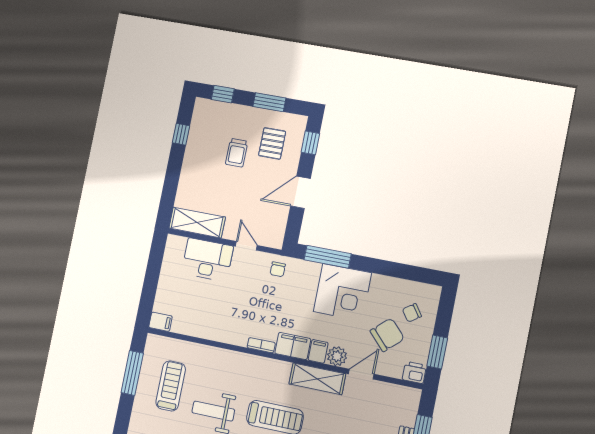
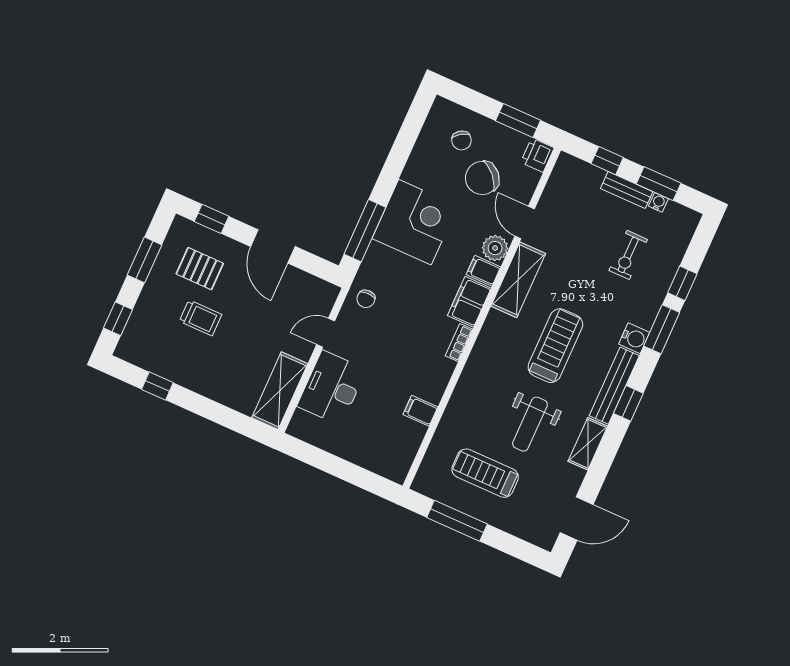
chair: (278, 269) -> (366, 299), turned 90
filing cabinet: (160, 322) -> (420, 411), moved, turned -90
chair: (387, 335) -> (482, 178), turned -90

